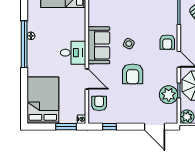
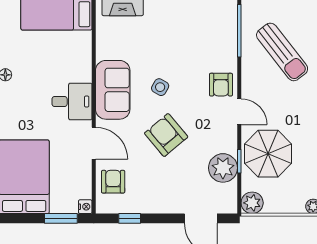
armchair: (133, 74) -> (166, 135), turned 140

